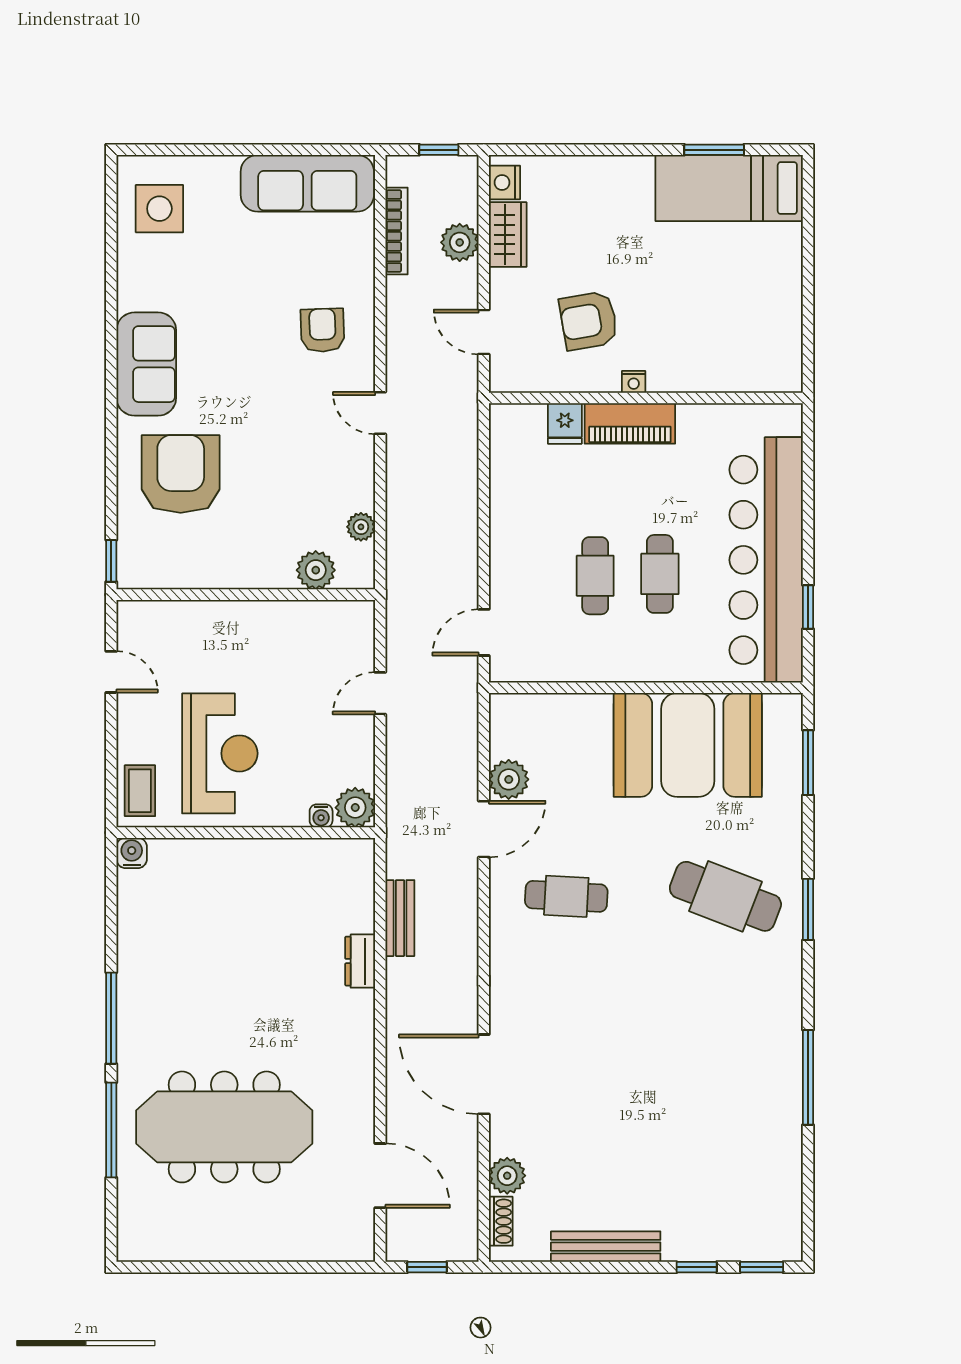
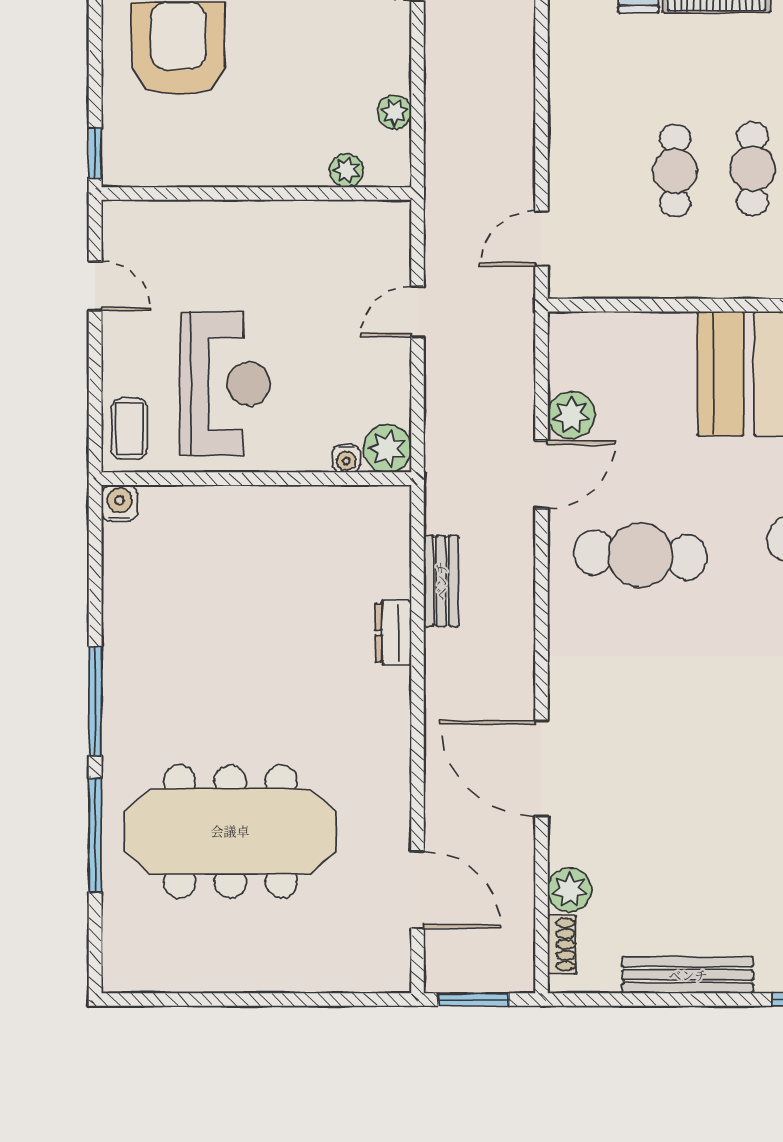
plant: (316, 570) -> (346, 170), width x0.73, depth x0.73
cafe table: (566, 896) -> (640, 555), width x1.37, depth x1.35
window: (427, 1267) -> (473, 1000), width x1.50

